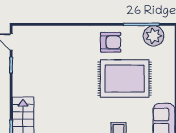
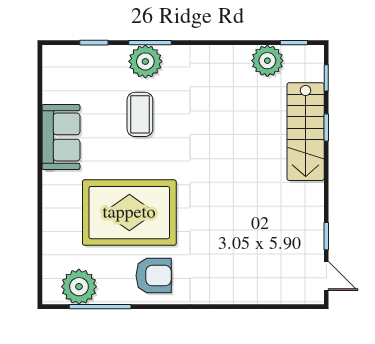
armchair: (111, 42) -> (154, 276), turned 180

